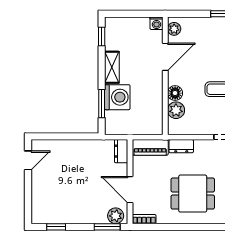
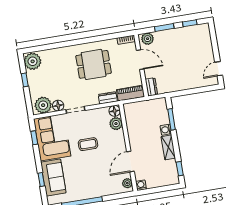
floor lamp: (175, 93) -> (115, 111), moved
washing machine: (117, 97) -> (166, 130), width x0.53, depth x0.53
window: (107, 227) -> (164, 28), moved

